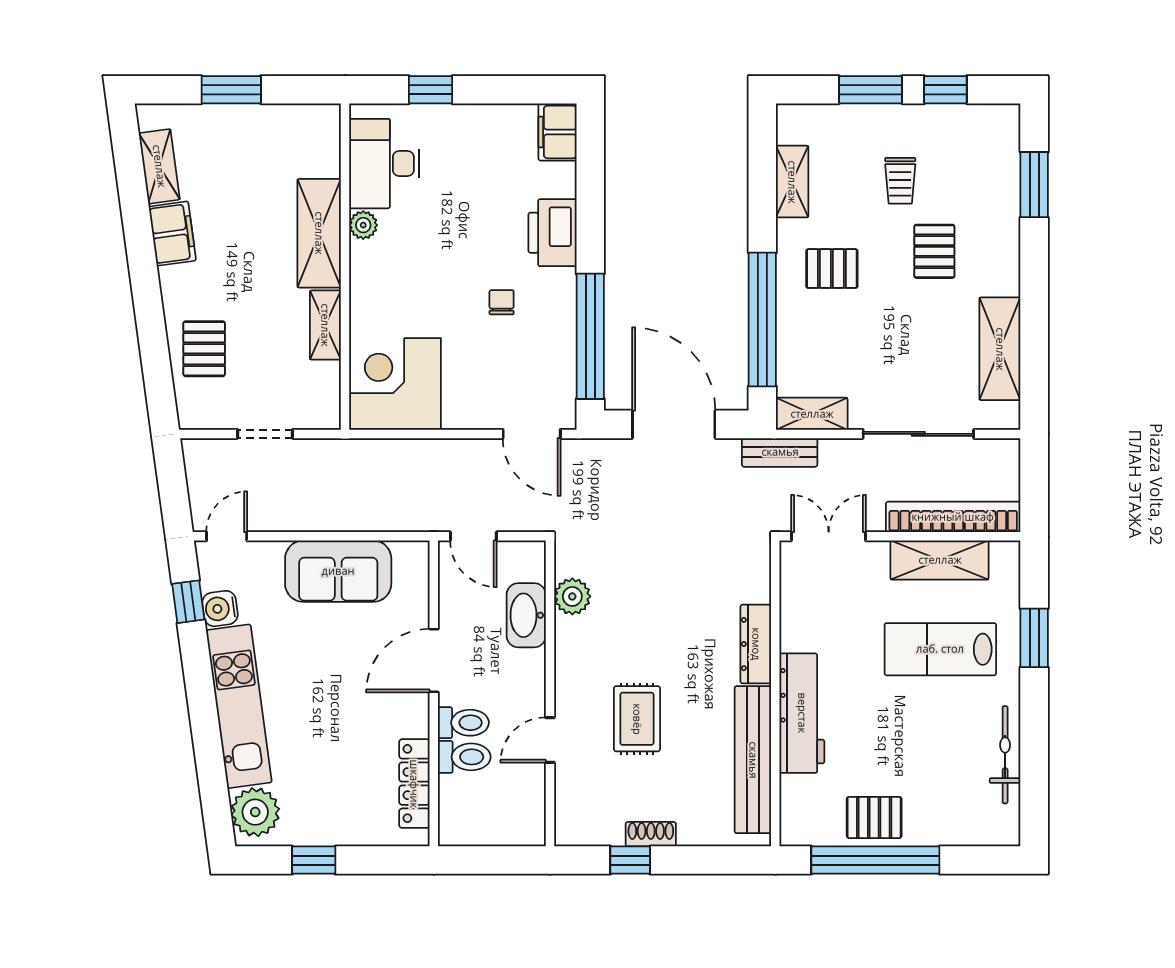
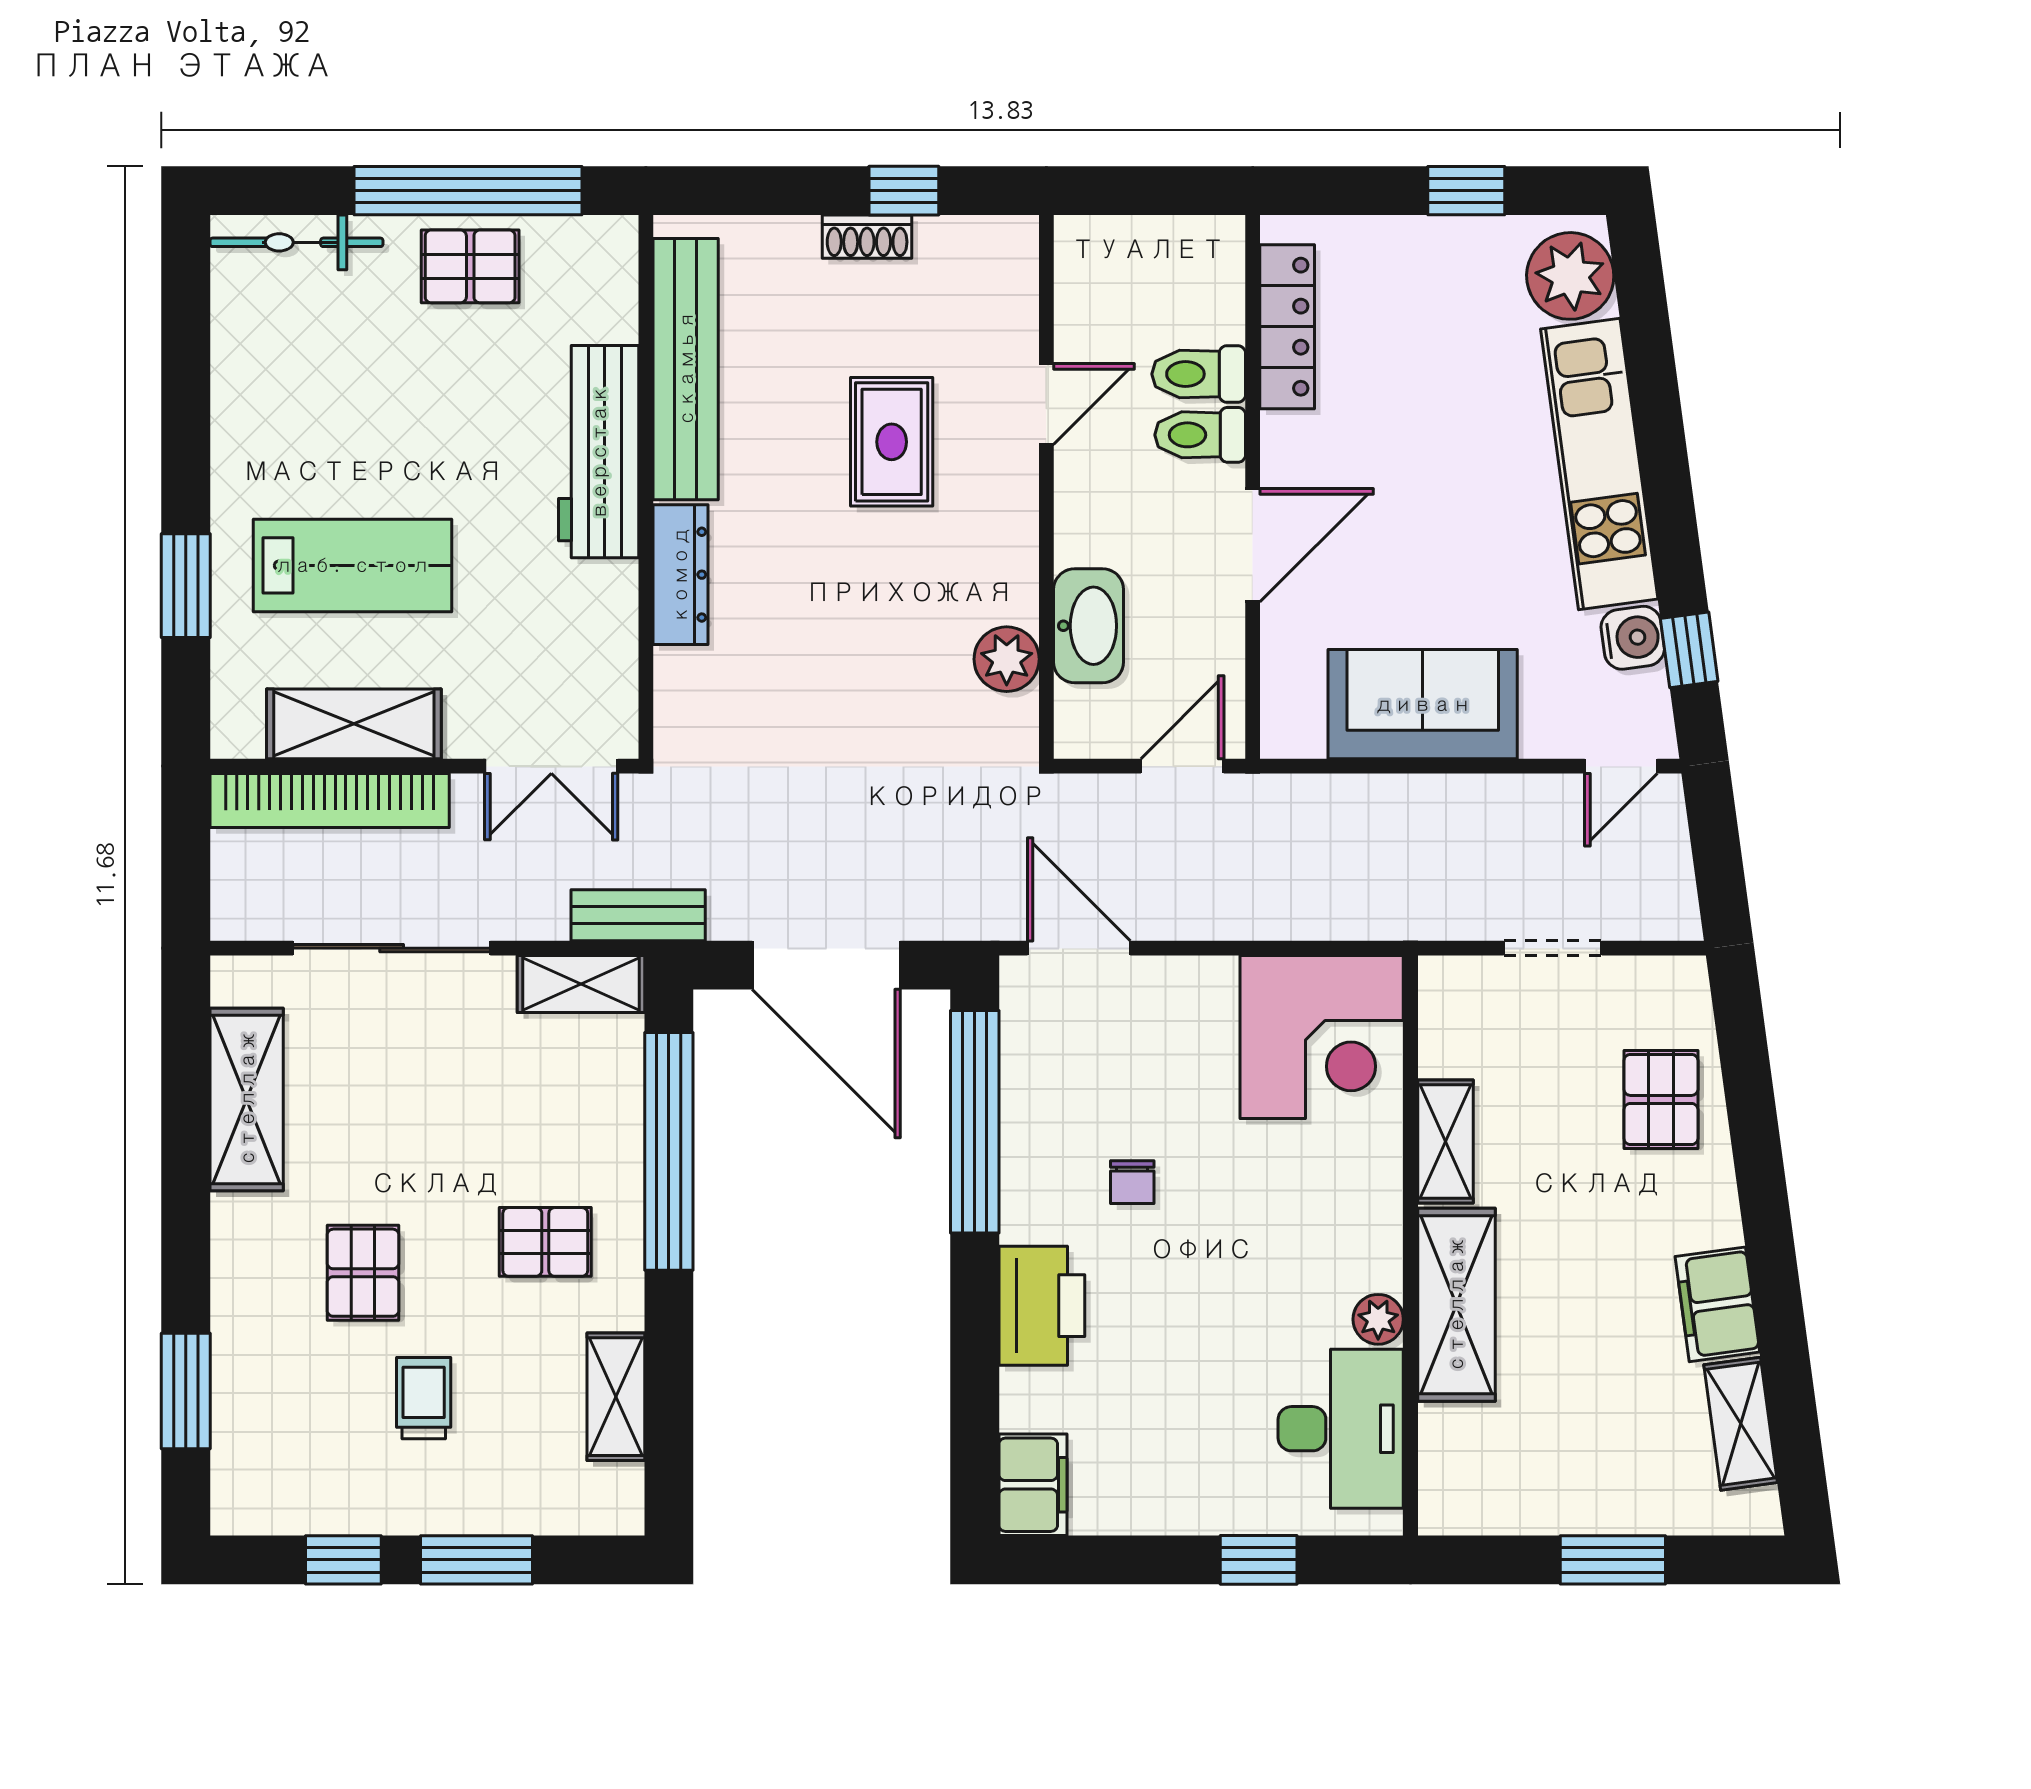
door: (473, 536) -> (1182, 766), hinge flipped
bicycle: (1005, 755) -> (297, 242), moved, turned 90

